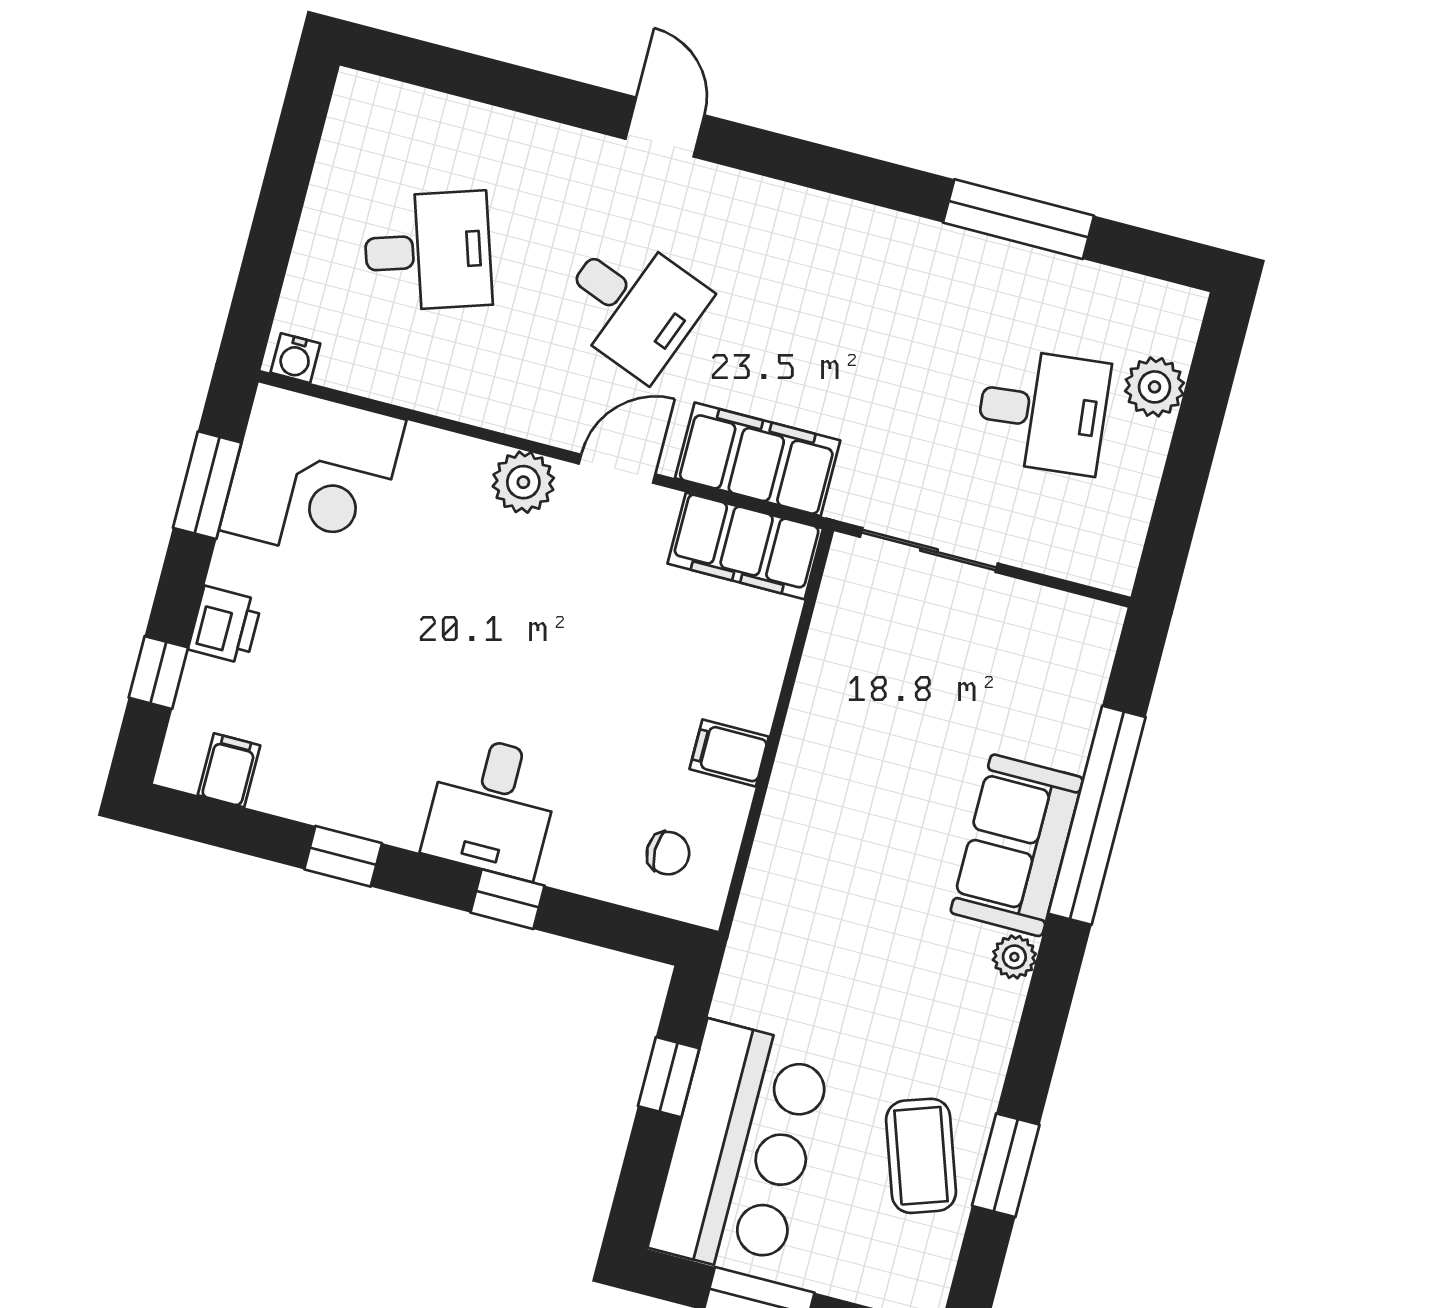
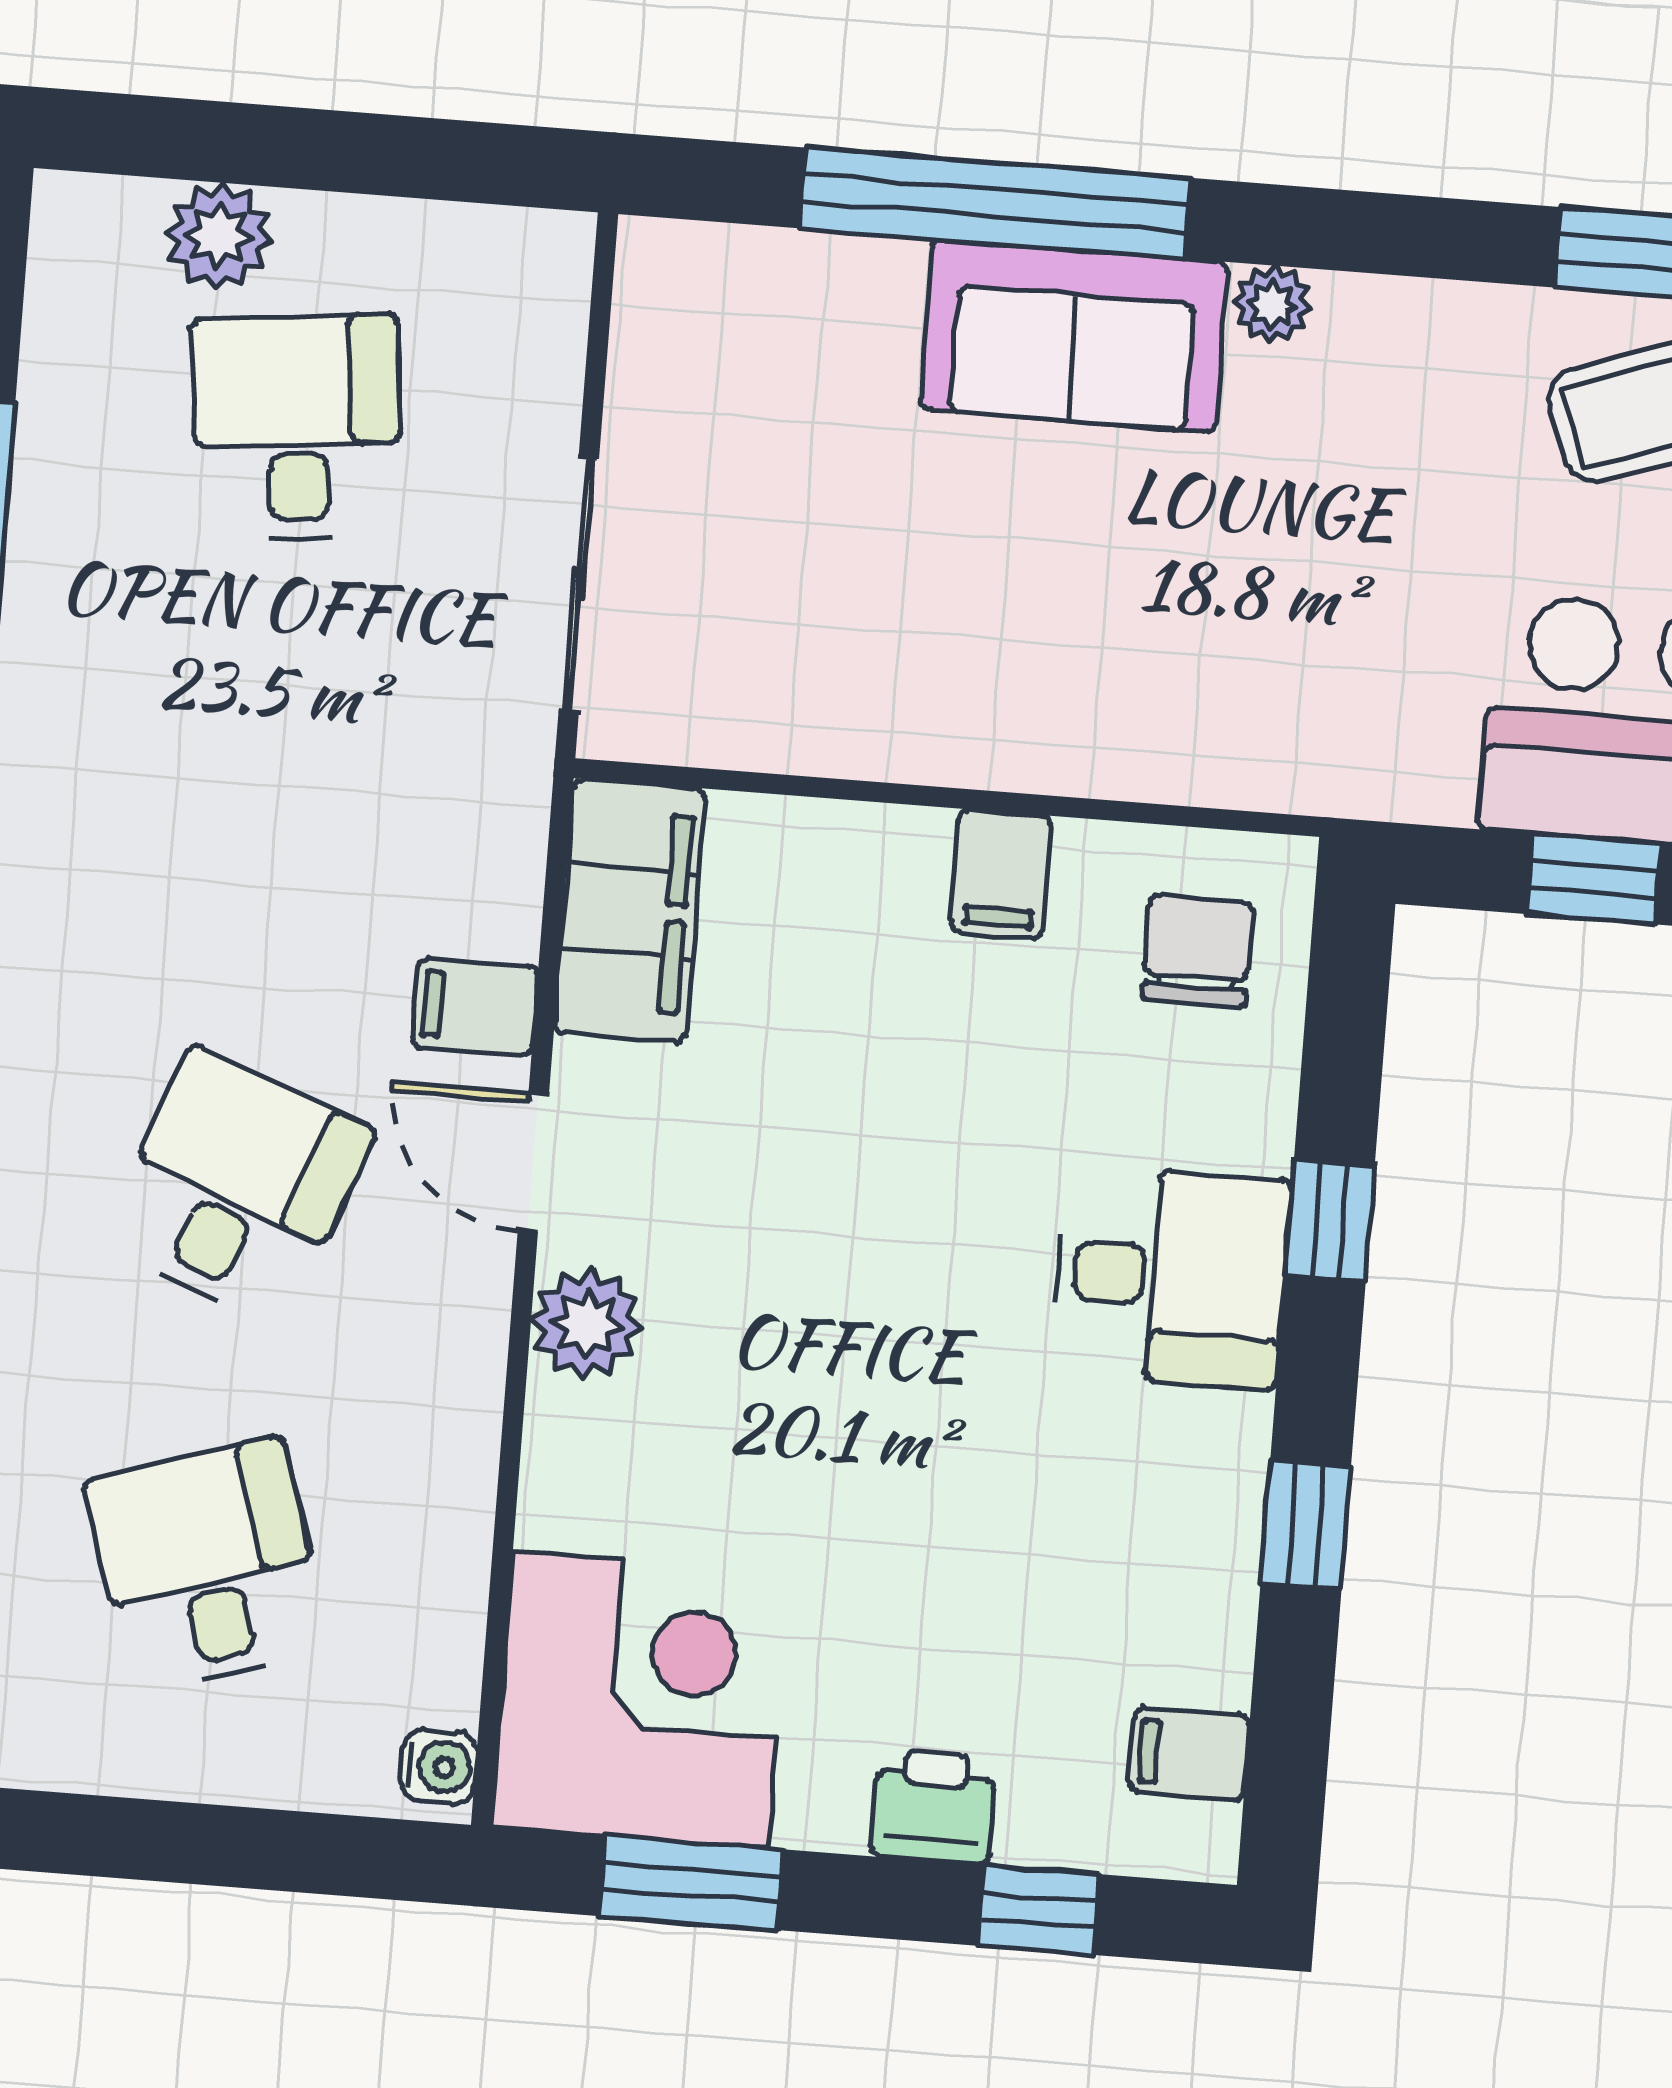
filing cabinet: (758, 459) -> (475, 1007), width x0.33, depth x0.86
chair: (668, 853) -> (1198, 951), width x1.37, depth x1.37

